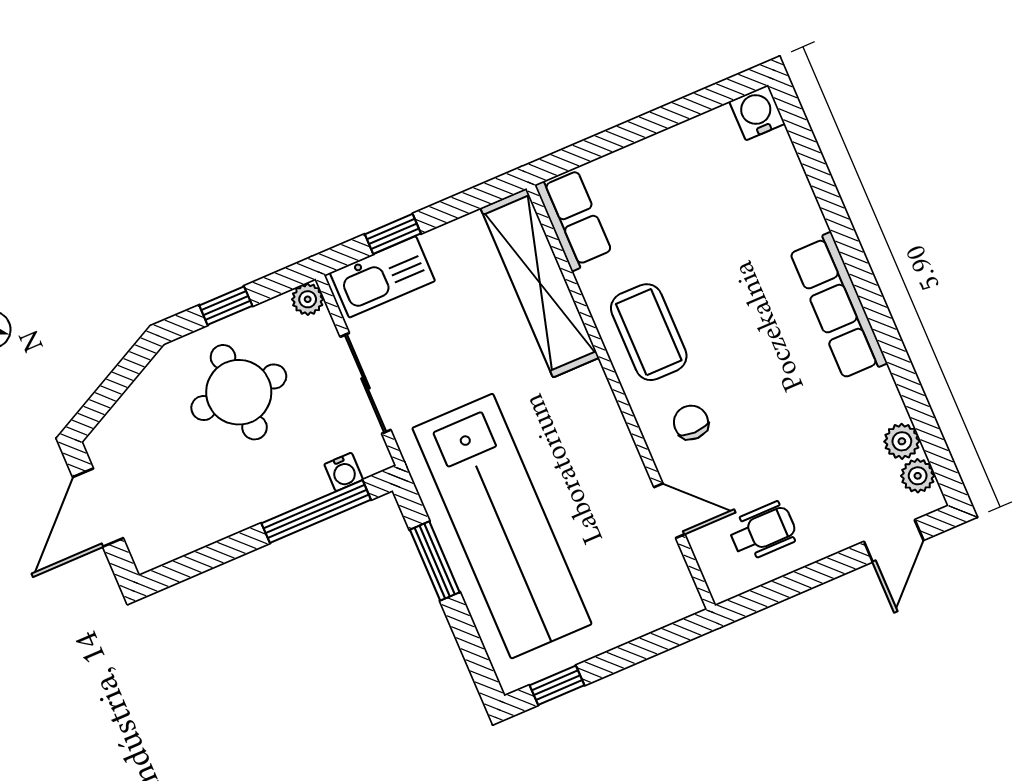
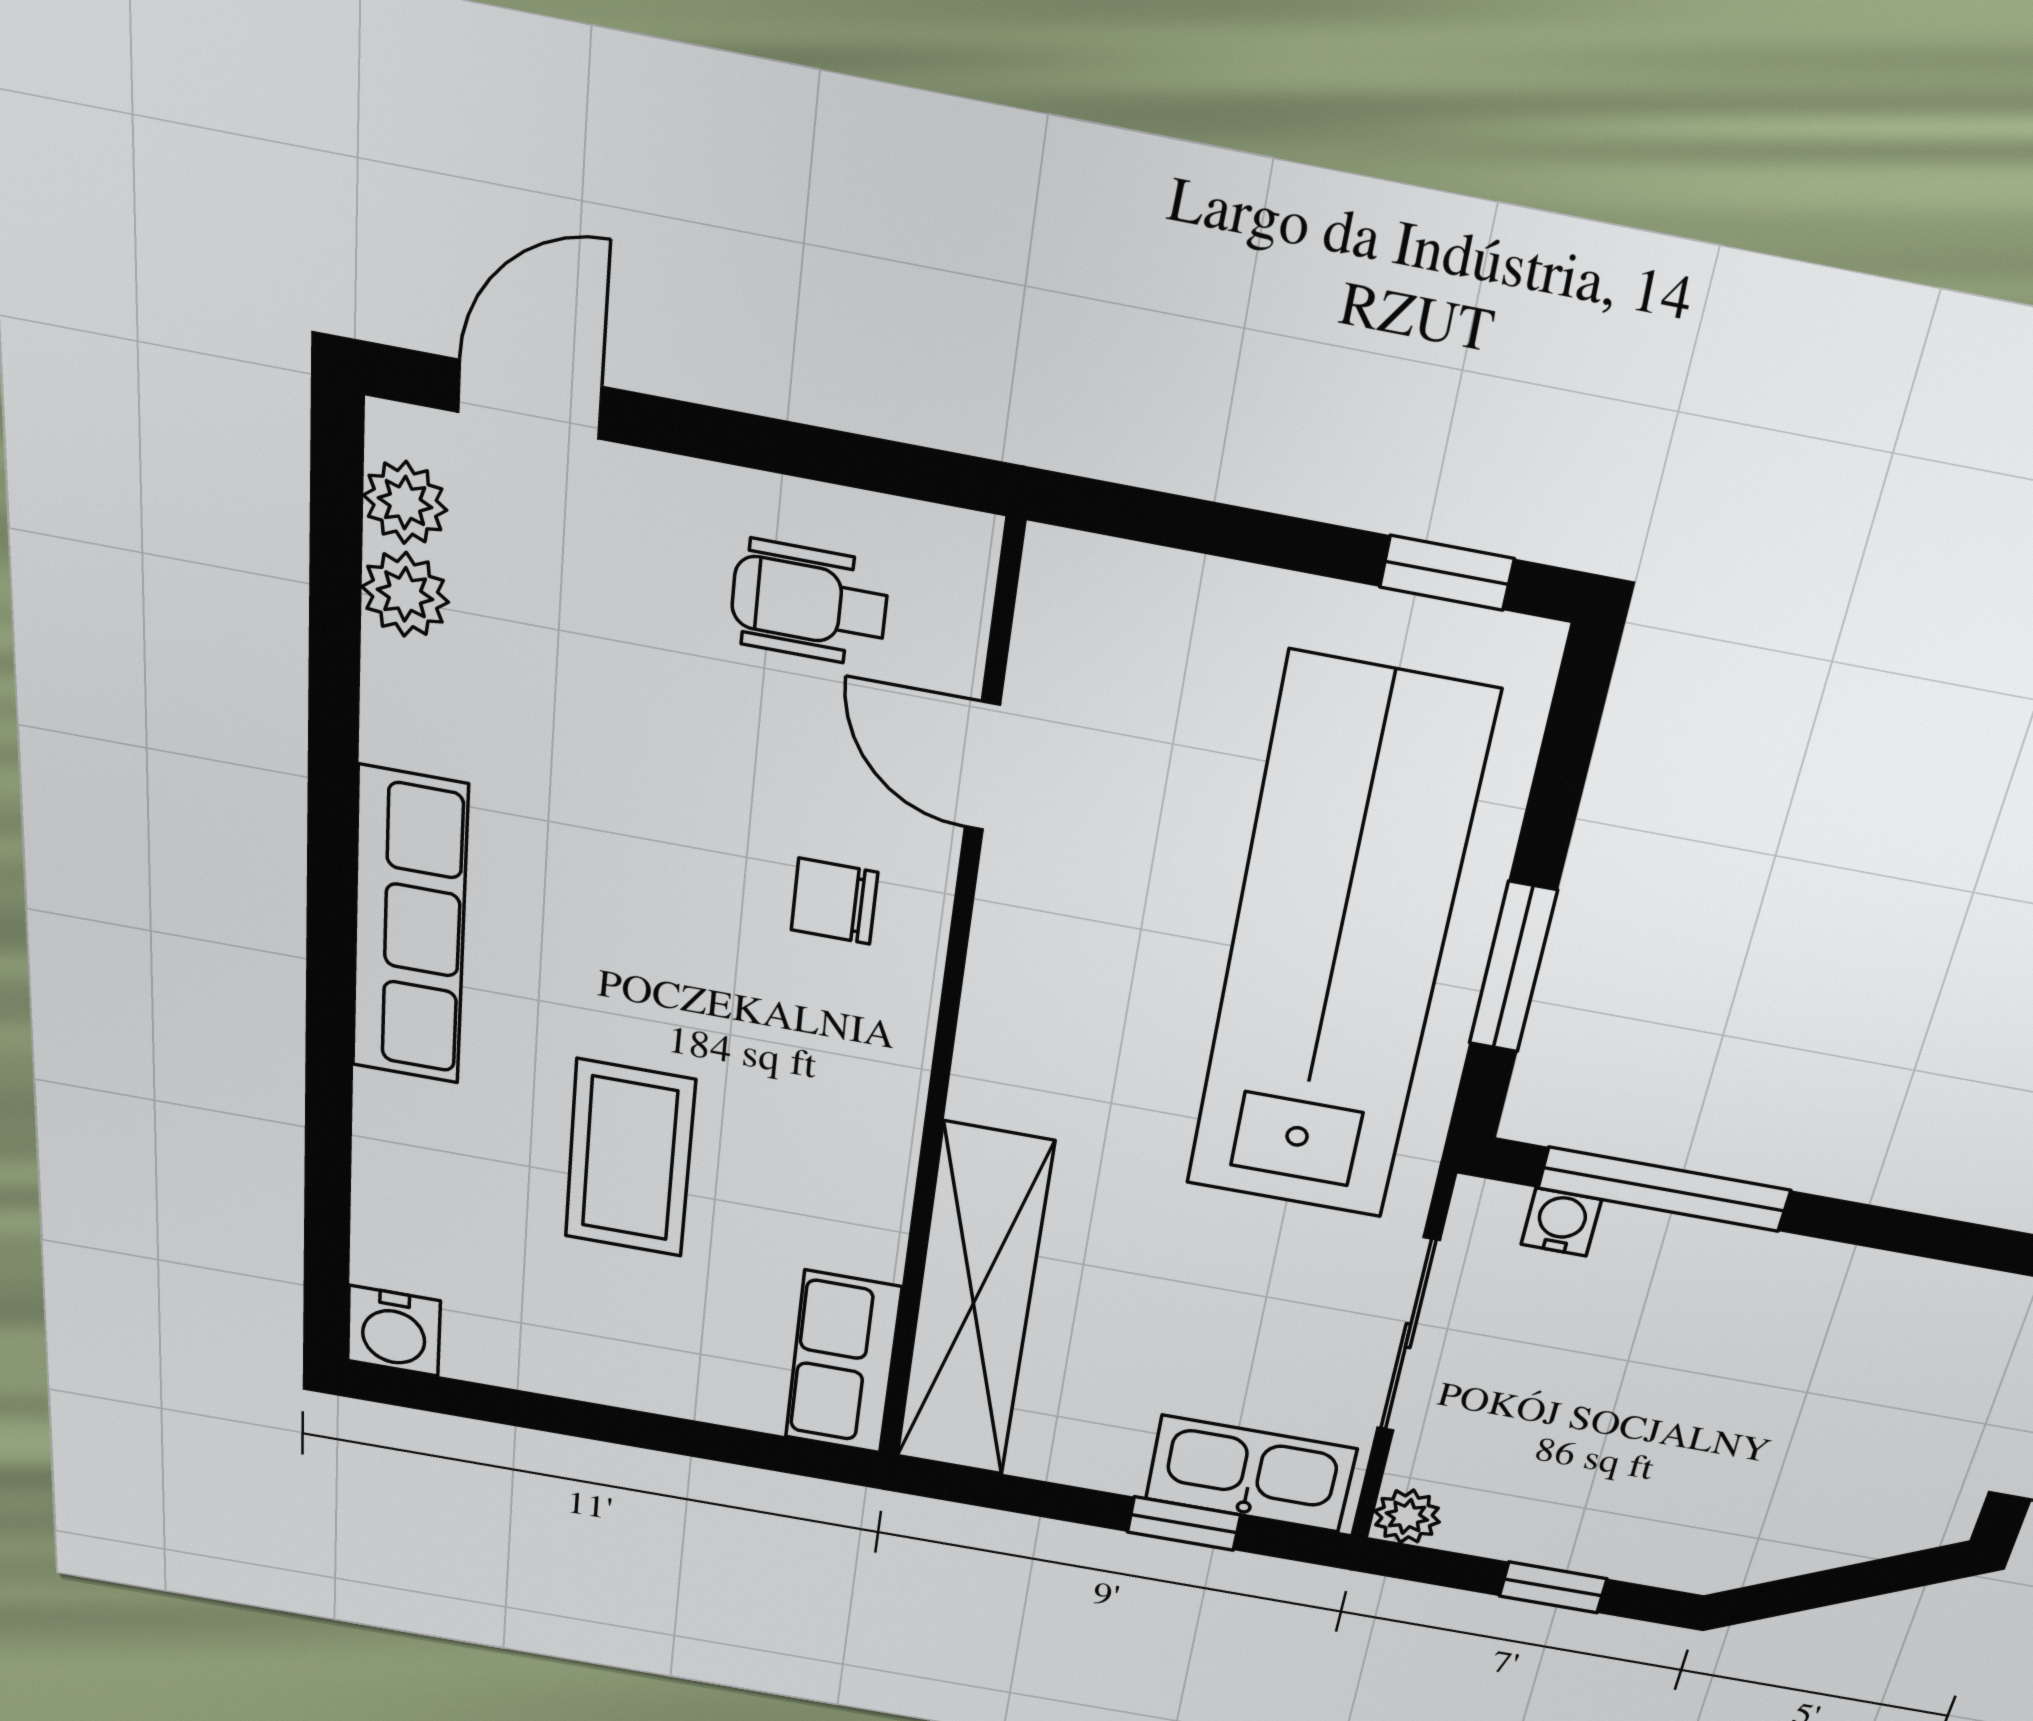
coffee table: (649, 332) -> (630, 1159), moved
round table: (239, 392) -> (1640, 1454), removed
chair: (691, 422) -> (834, 901), turned 90

